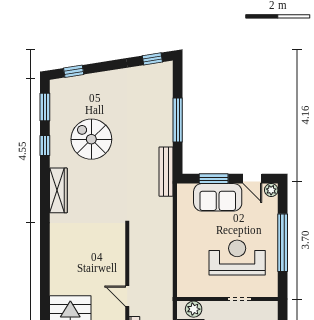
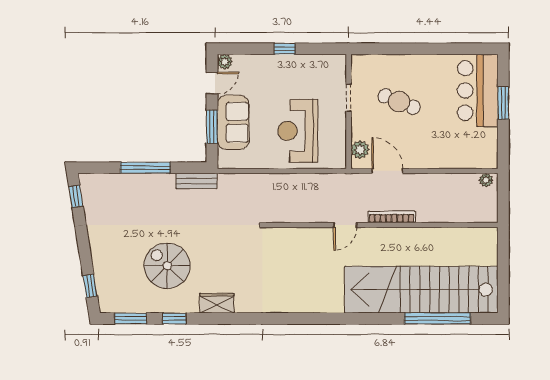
spiral stairs: (91, 139) -> (167, 266), turned 90
bench: (166, 172) -> (196, 181), width x0.73
wardrobe: (58, 190) -> (217, 303), width x0.67
window: (283, 243) -> (285, 49), width x0.32
reception desk: (237, 257) -> (298, 131), moved

